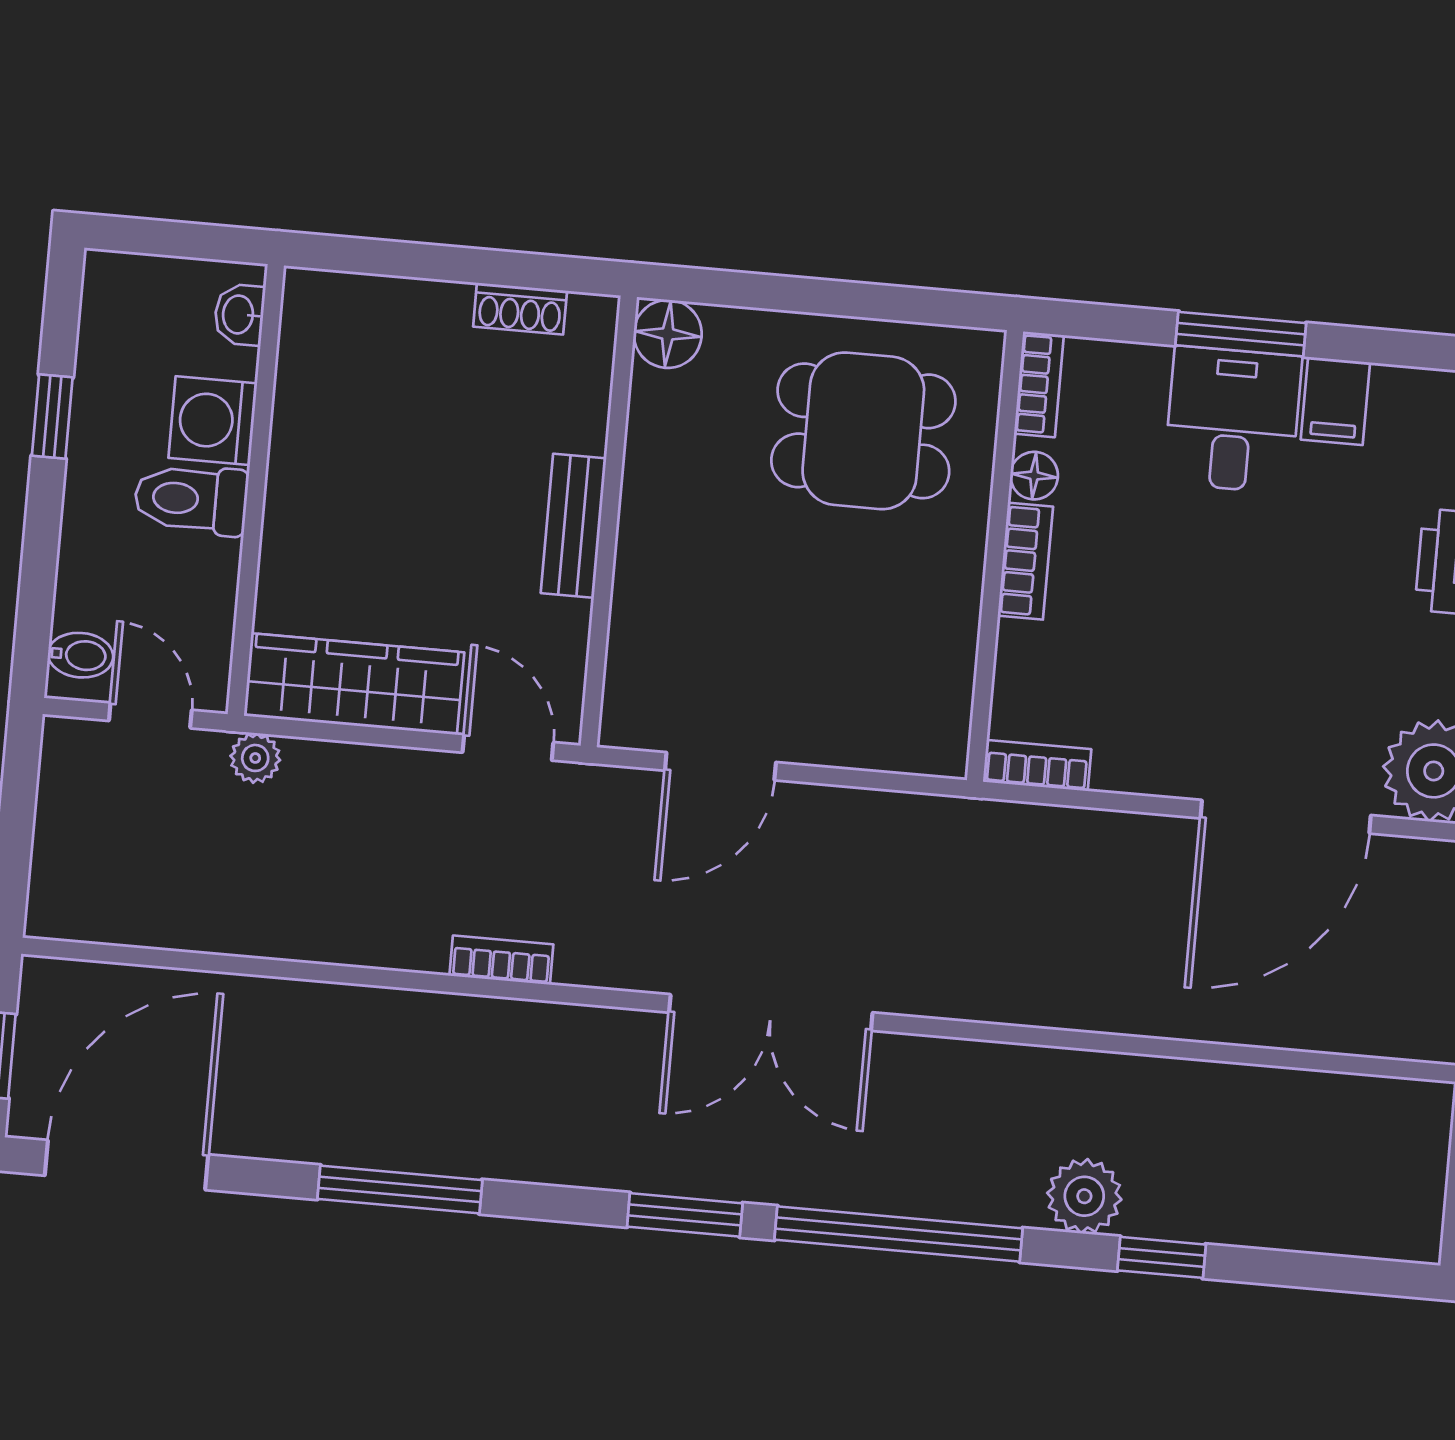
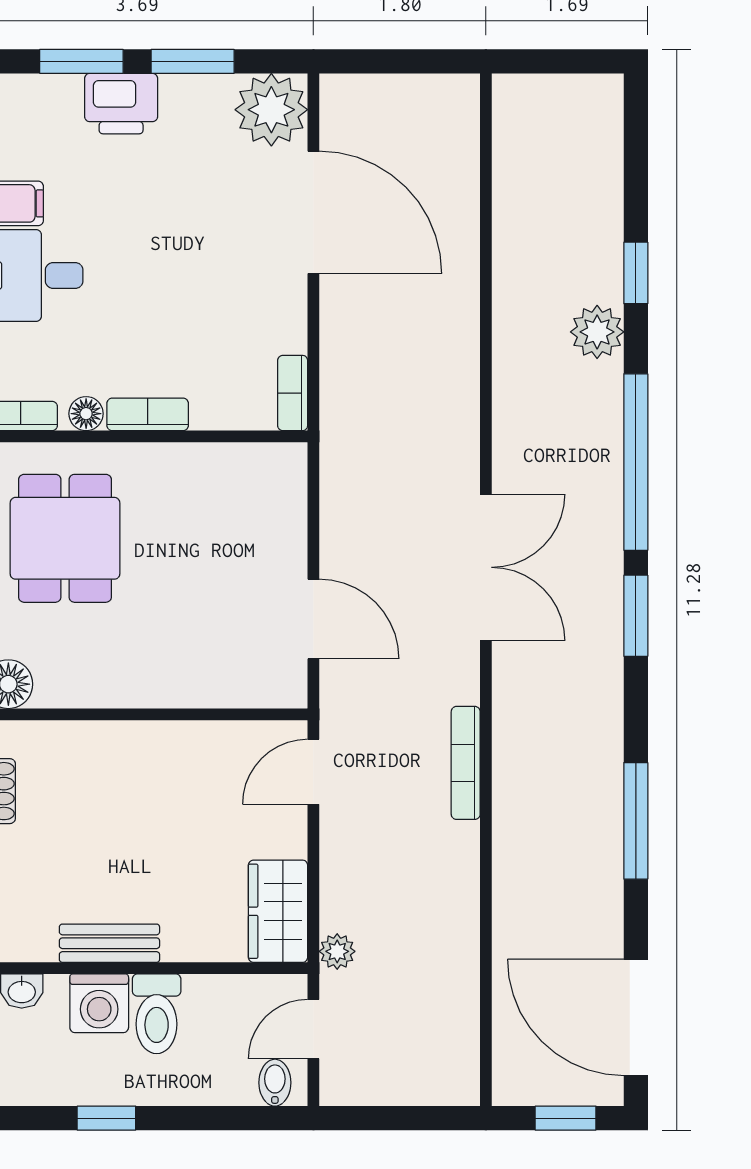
bench: (573, 526) -> (109, 943), moved
wardrobe: (354, 684) -> (278, 911), width x0.67
bookcase: (501, 960) -> (466, 763), width x1.56

